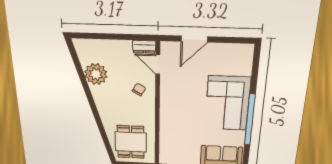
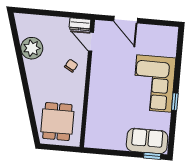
door: (194, 39) -> (126, 20), hinge flipped
window: (250, 120) -> (175, 102), width x0.32

